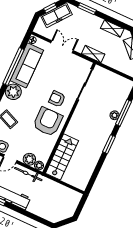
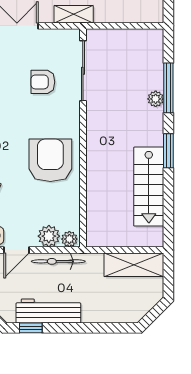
armchair: (57, 99) -> (43, 82), moved
stairs: (62, 157) -> (149, 187), moved, turned 180
shelving: (65, 193) -> (134, 265), added

